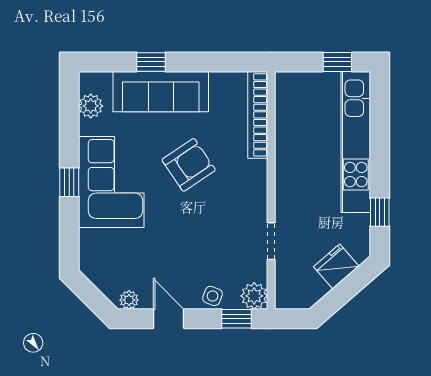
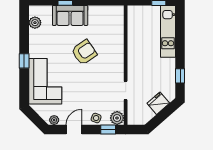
sofa: (161, 92) -> (70, 15), width x0.73
bookcase: (258, 115) -> (119, 27), removed
kitchen unit: (356, 142) -> (168, 31), width x0.73
corner sofa: (111, 182) -> (45, 81), moved
door: (168, 319) -> (74, 129), hinge flipped

